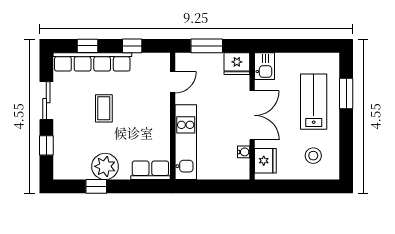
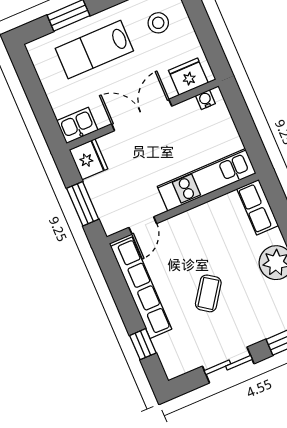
window: (132, 46) -> (120, 292), removed
row of seats: (92, 62) -> (141, 288), moved
door: (173, 82) -> (143, 226), swing flipped
coffee table: (104, 108) -> (208, 293), turned -55
water cooler: (244, 152) -> (205, 100), moved

